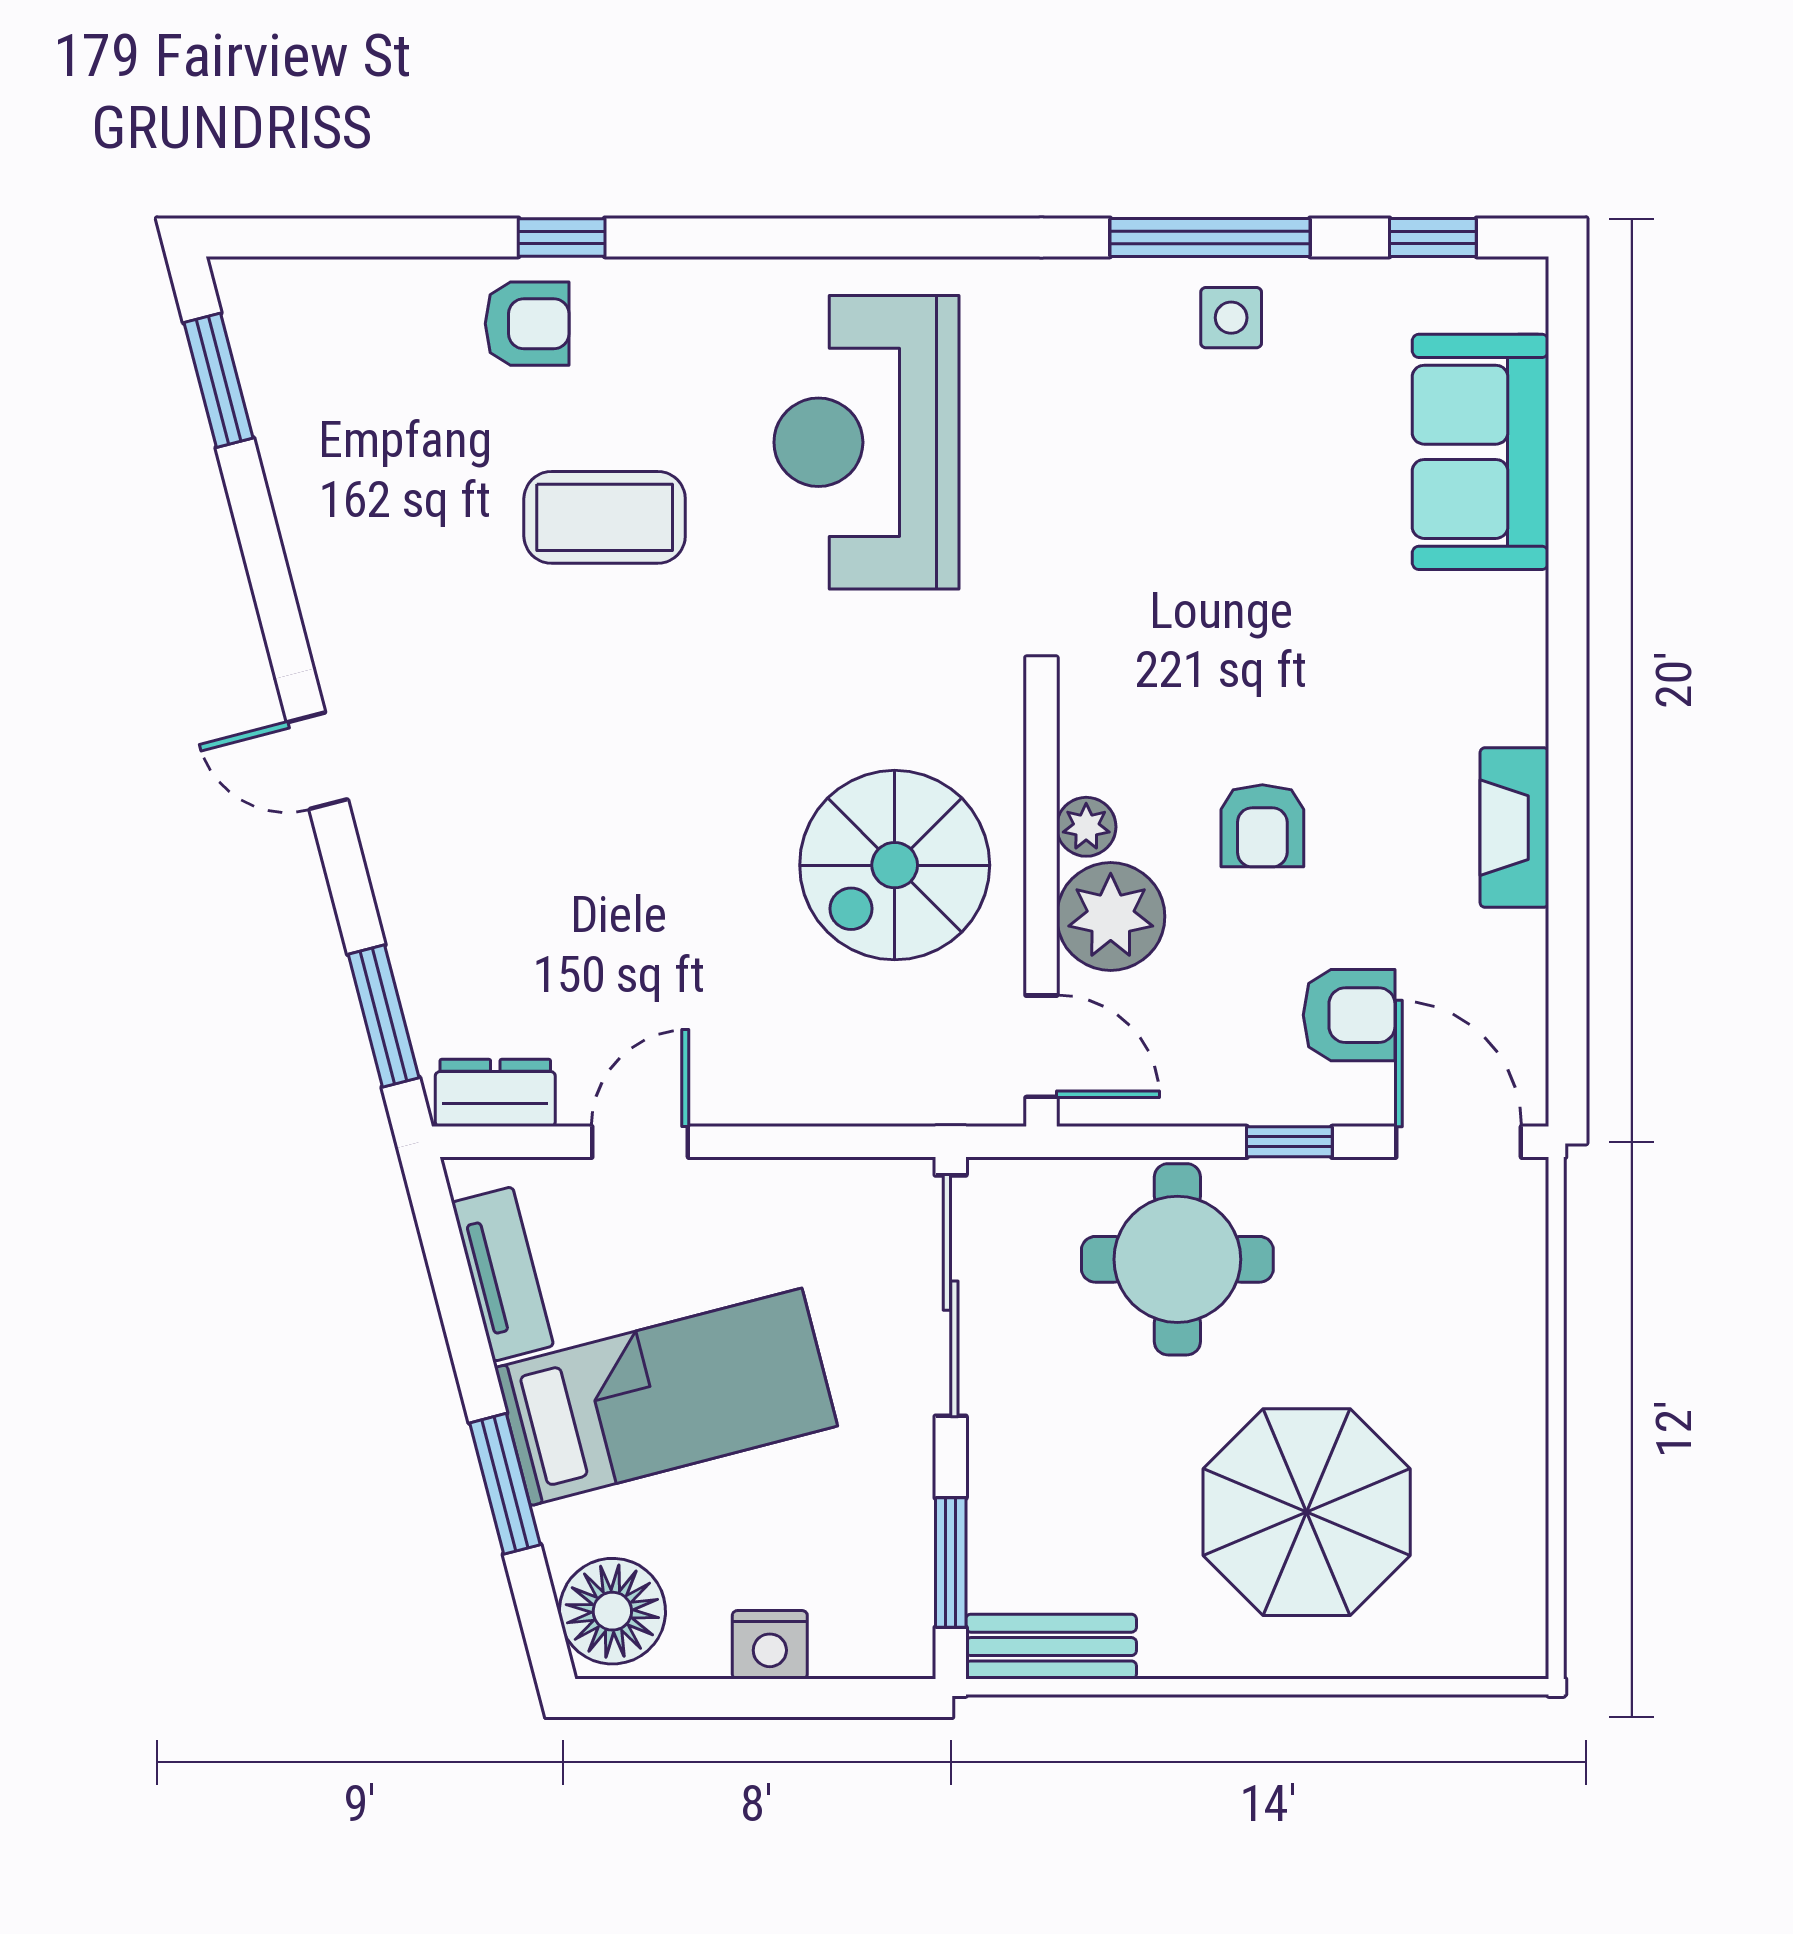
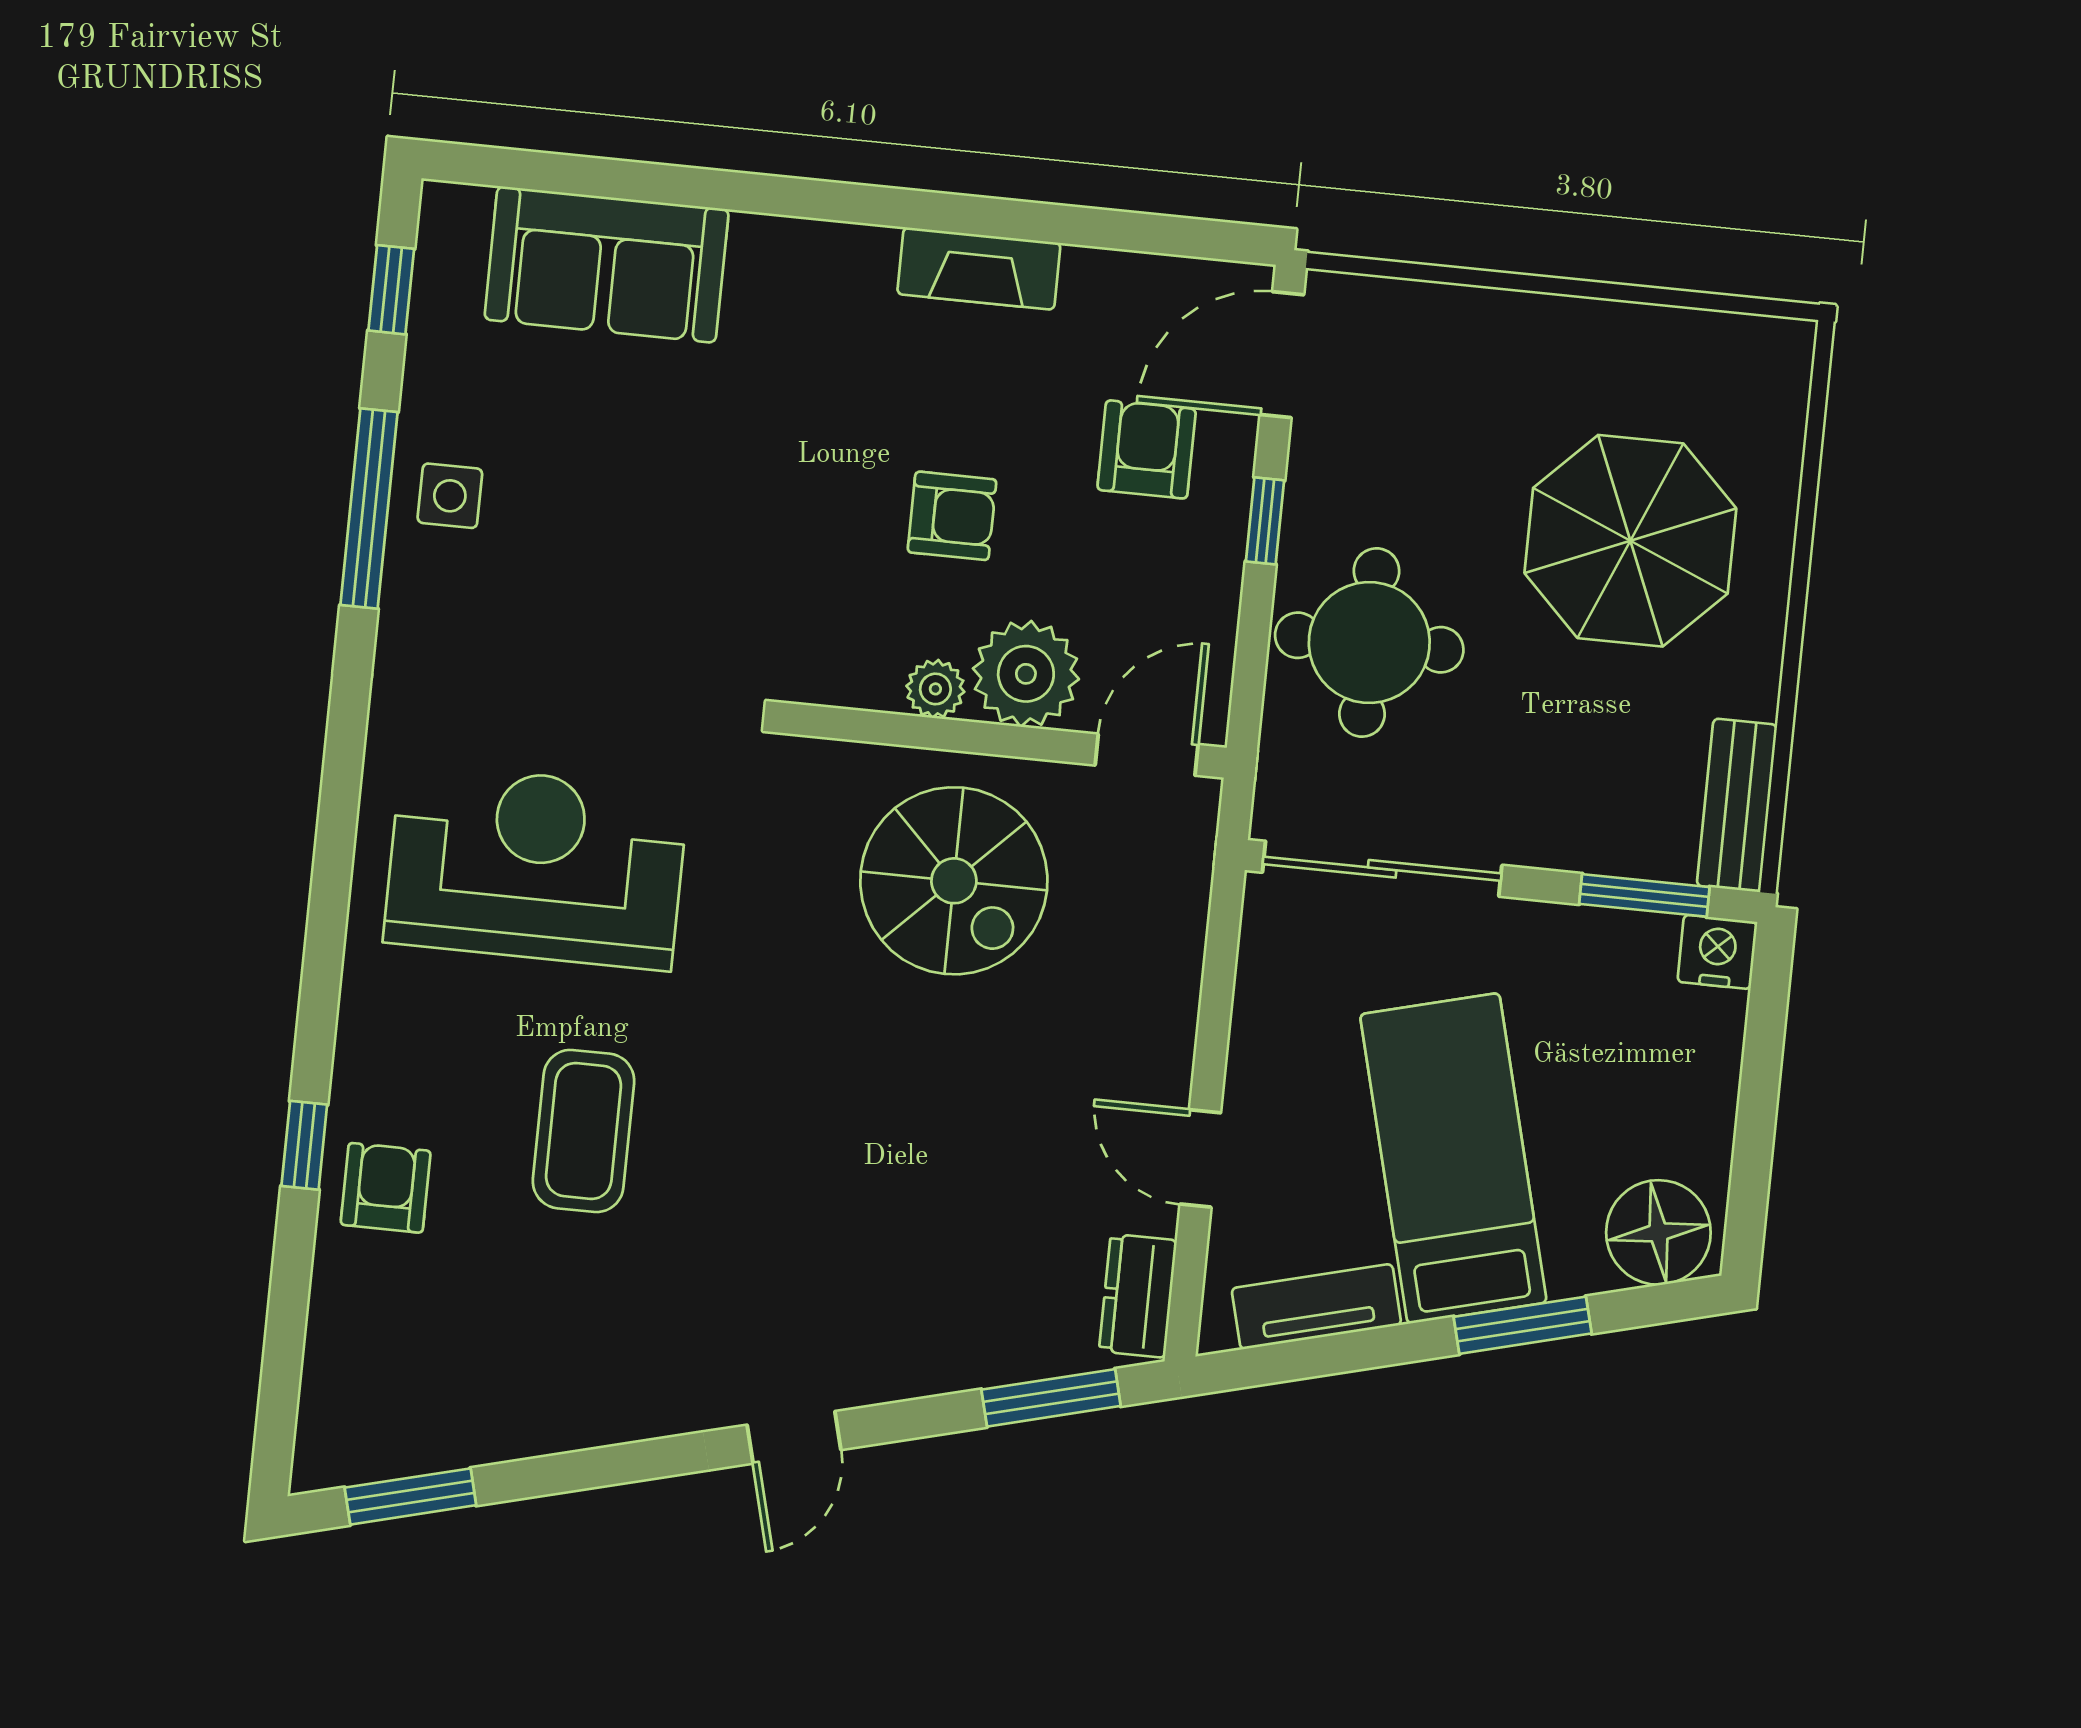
reception desk: (866, 442) -> (536, 866), turned 180
nightstand: (770, 1645) -> (1717, 952), moved, turned -90

